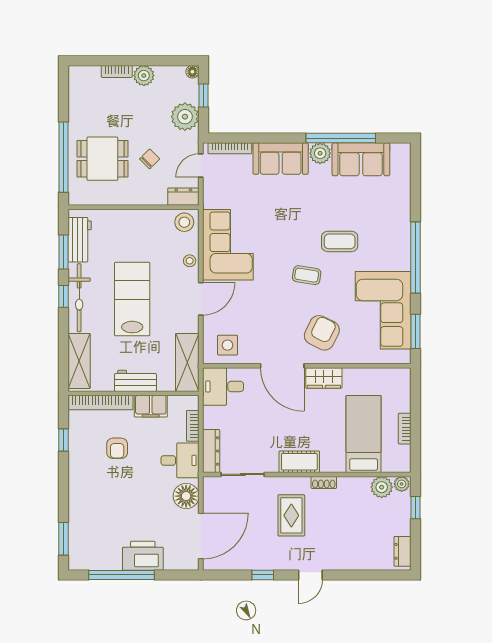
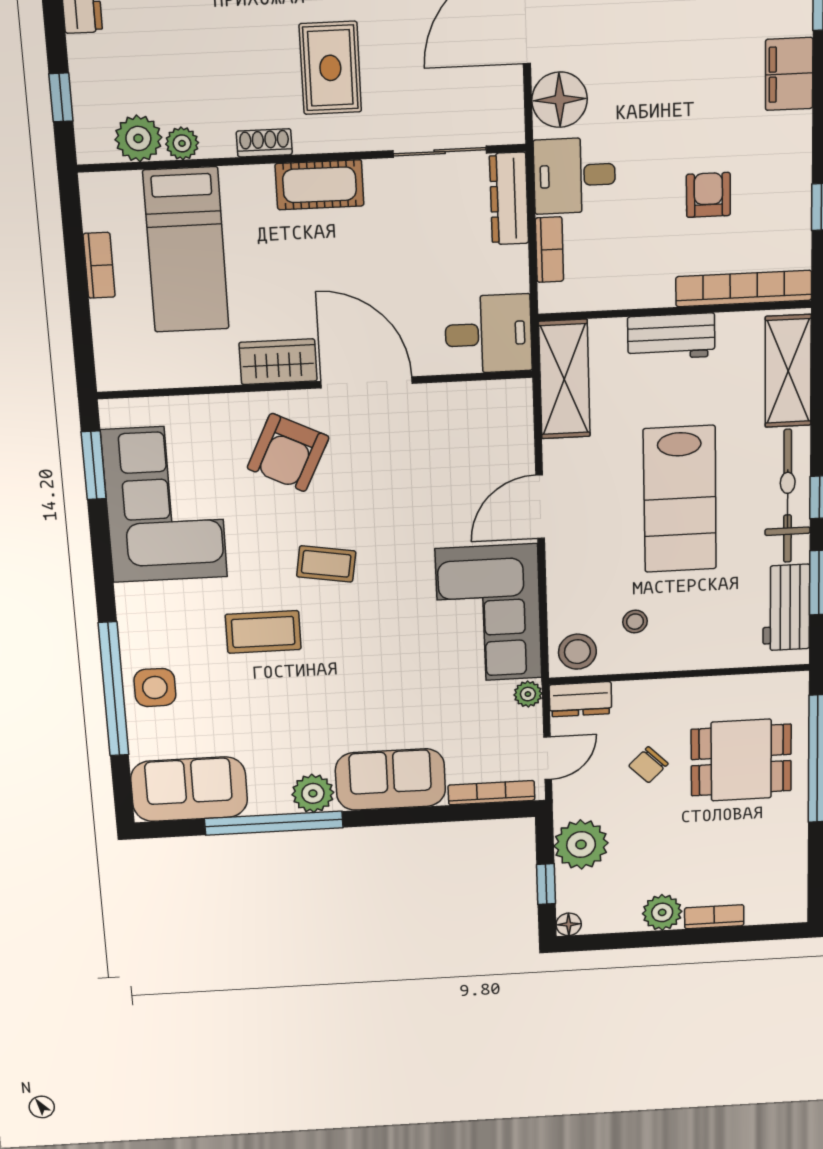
sofa: (361, 159) -> (189, 789), moved
plant: (210, 201) -> (528, 694), added
window: (416, 257) -> (114, 689), moved
stool: (190, 261) -> (635, 622), moved
side table: (228, 345) -> (155, 688), moved
filing cabinet: (151, 406) -> (789, 74), moved, turned -90
plant: (402, 484) -> (182, 143), moved

